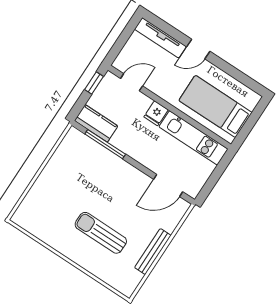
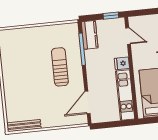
door: (168, 185) -> (88, 102), hinge flipped
sun lounger: (101, 233) -> (60, 67), moved
bench: (153, 252) -> (24, 126), moved

